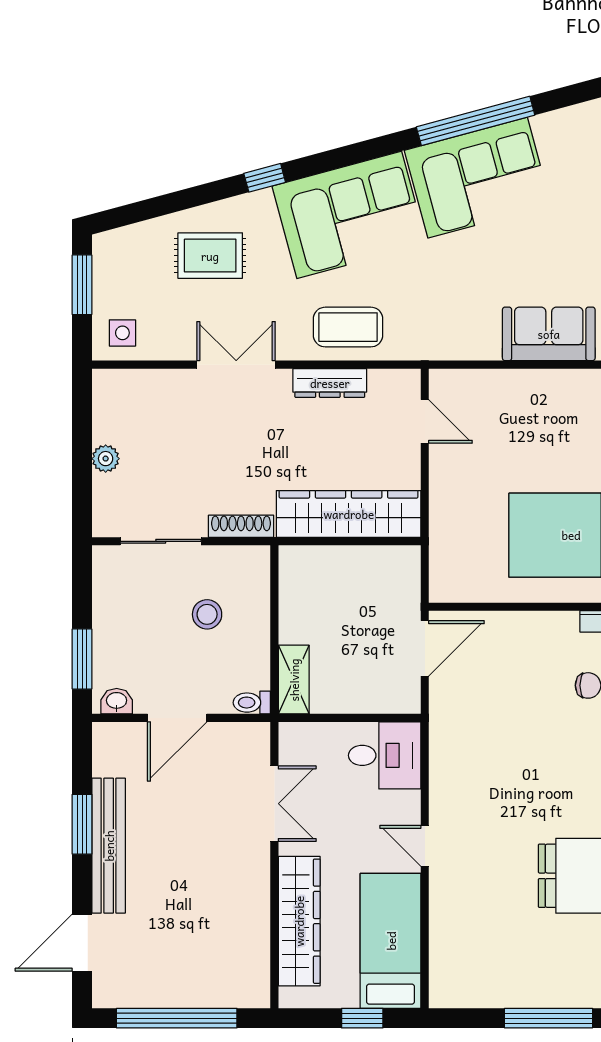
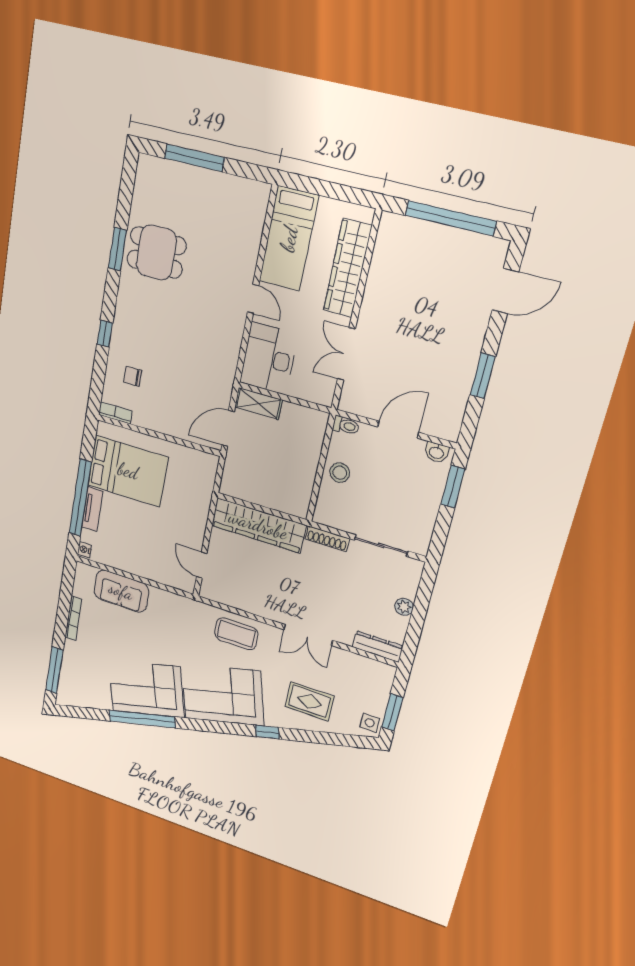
side table: (122, 333) -> (370, 723), moved
dresser: (330, 383) -> (378, 647), moved
stool: (207, 614) -> (340, 473), moved
shelving: (294, 680) -> (258, 403), moved, turned 90
desk: (385, 755) -> (269, 358), width x1.37
bench: (109, 846) -> (468, 356), removed
window: (362, 1018) -> (319, 187), removed

